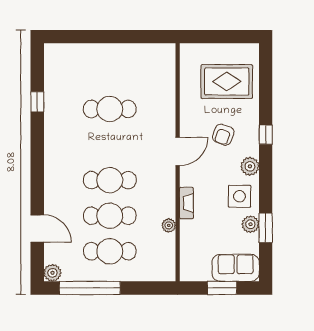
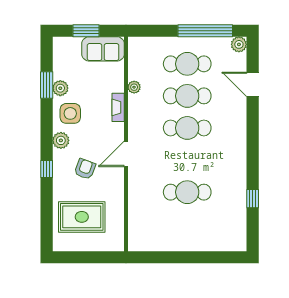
sofa: (236, 268) -> (103, 49), moved

